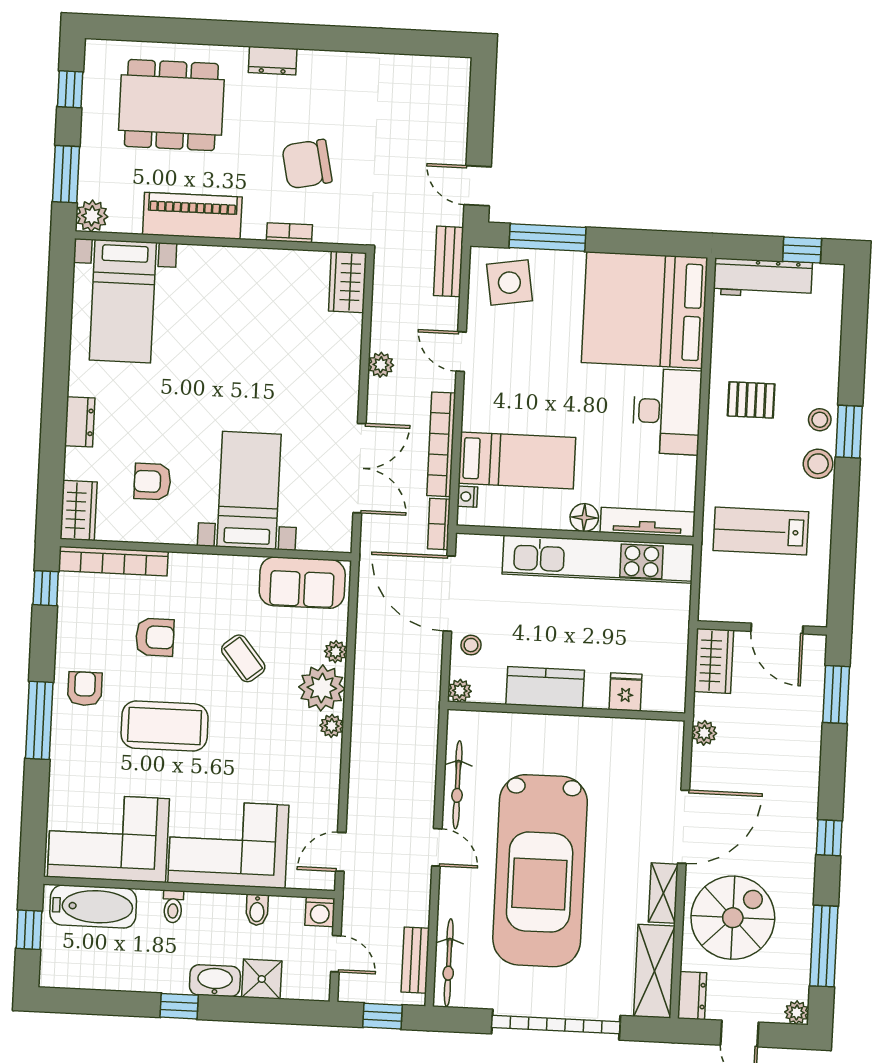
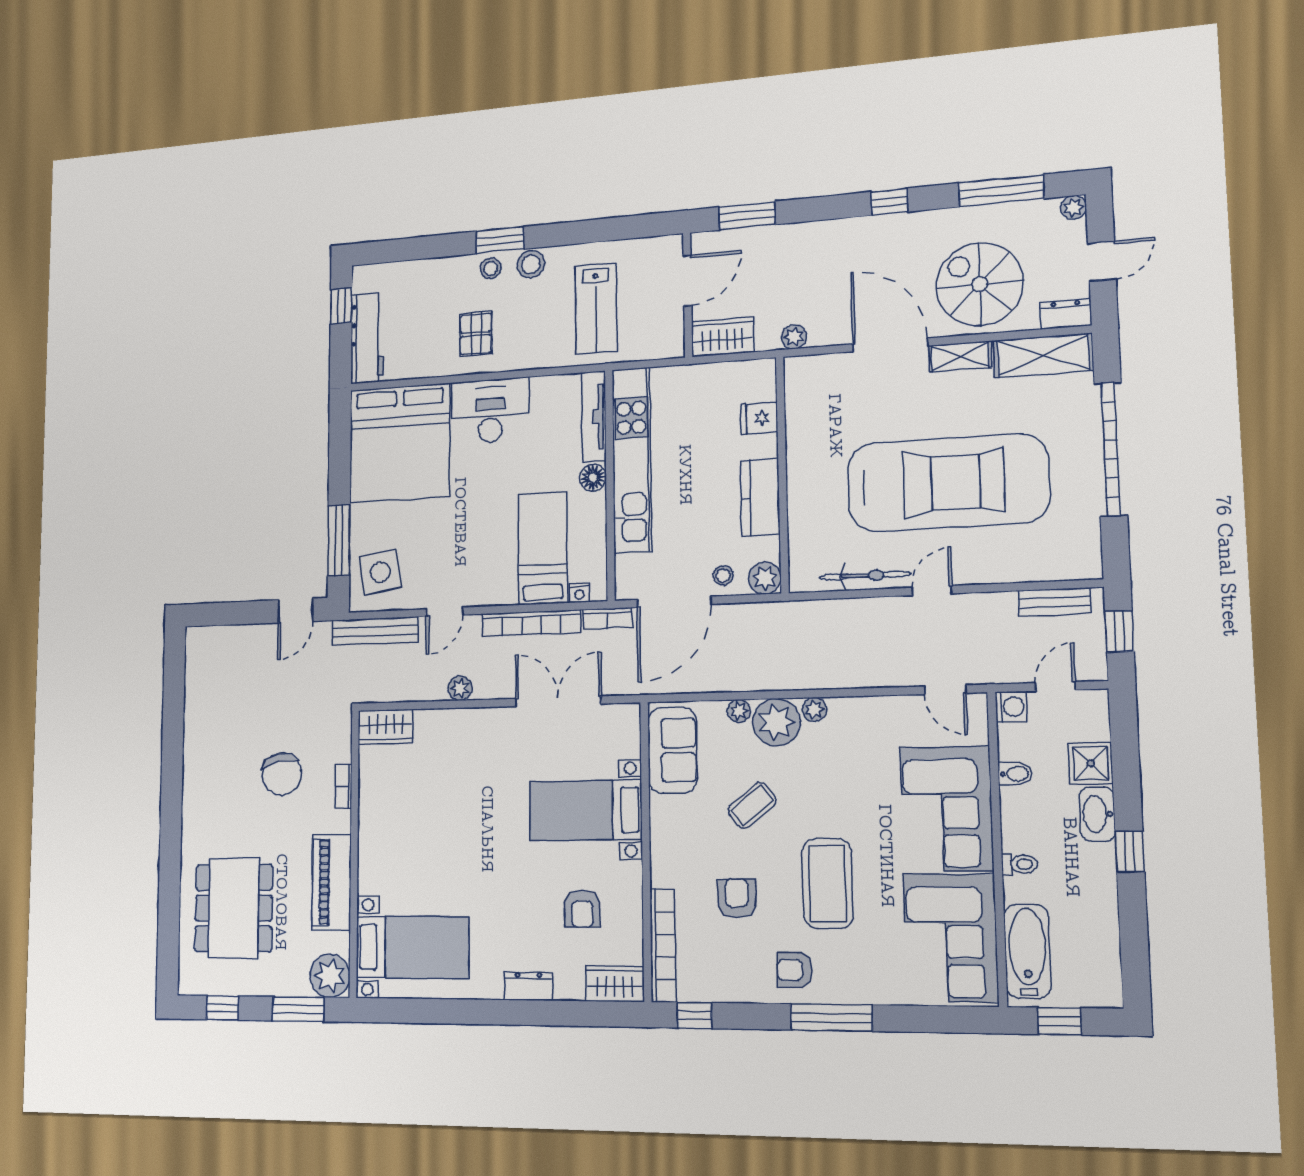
dresser: (273, 61) -> (193, 813), removed
plant: (92, 216) -> (330, 976), width x1.36, depth x1.36
bench: (449, 261) -> (375, 631), width x1.36
plant: (460, 691) -> (765, 578), width x1.38, depth x1.38
bicycle: (449, 963) -> (1054, 567), removed

